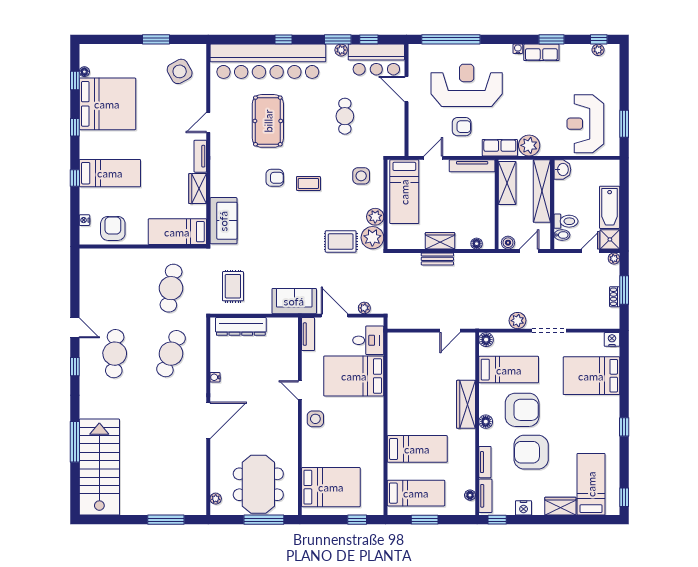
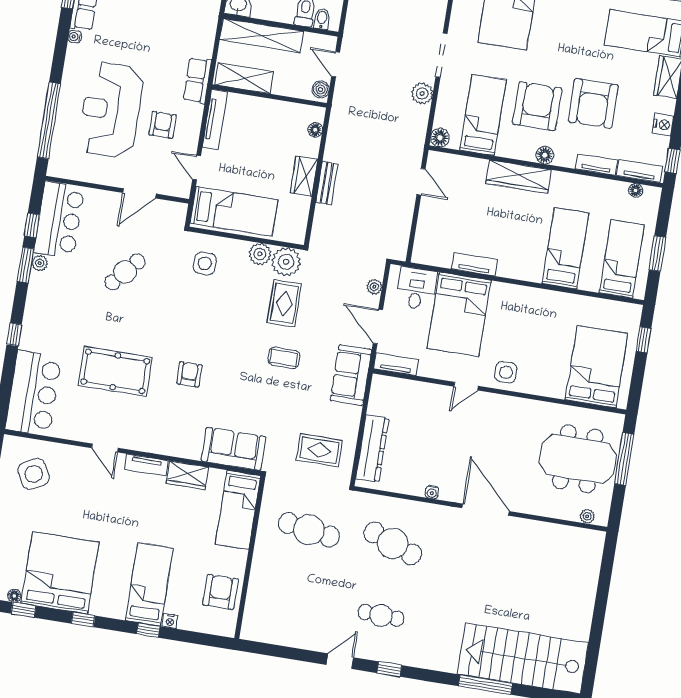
bar counter: (268, 61) -> (33, 393), width x0.54
door: (407, 89) -> (139, 193), moved
cafe table: (345, 116) -> (125, 272), turned -49
plant: (529, 145) -> (201, 42), removed
coffee table: (308, 183) -> (284, 358), moved, turned 90
nightstand: (84, 220) -> (170, 621), moved
armchair: (113, 228) -> (221, 592), turned 90
door: (335, 316) -> (378, 326), hinge flipped
cafe table: (115, 354) -> (381, 615), width x0.73, depth x0.74
tv unit: (394, 381) -> (474, 264), added
window: (166, 520) -> (604, 584), removed

